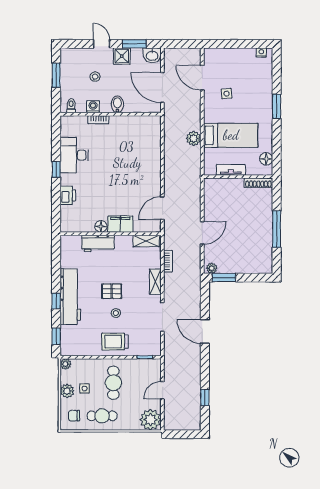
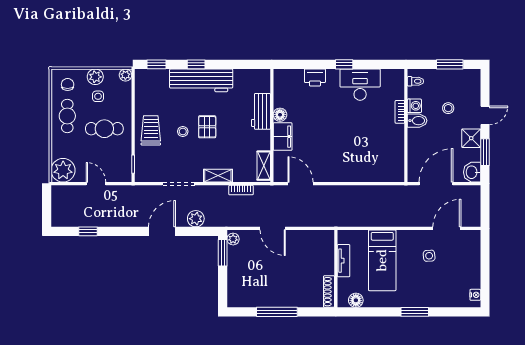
bidet: (117, 104) -> (417, 121), moved
plant: (194, 138) -> (196, 219), moved

